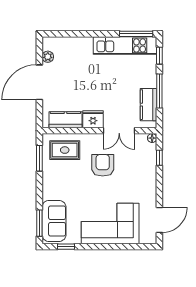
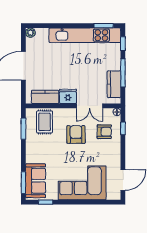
window: (136, 34) -> (104, 26), width x0.69
kitchen unit: (125, 45) -> (85, 35), width x1.36
plant: (48, 57) -> (30, 33), moved
rug: (65, 150) -> (44, 122), turned 90
armchair: (137, 162) -> (104, 132), added

